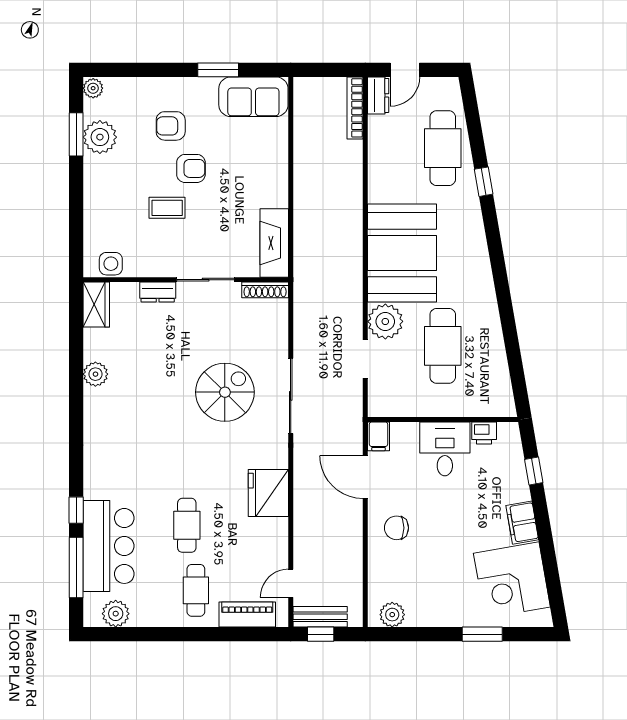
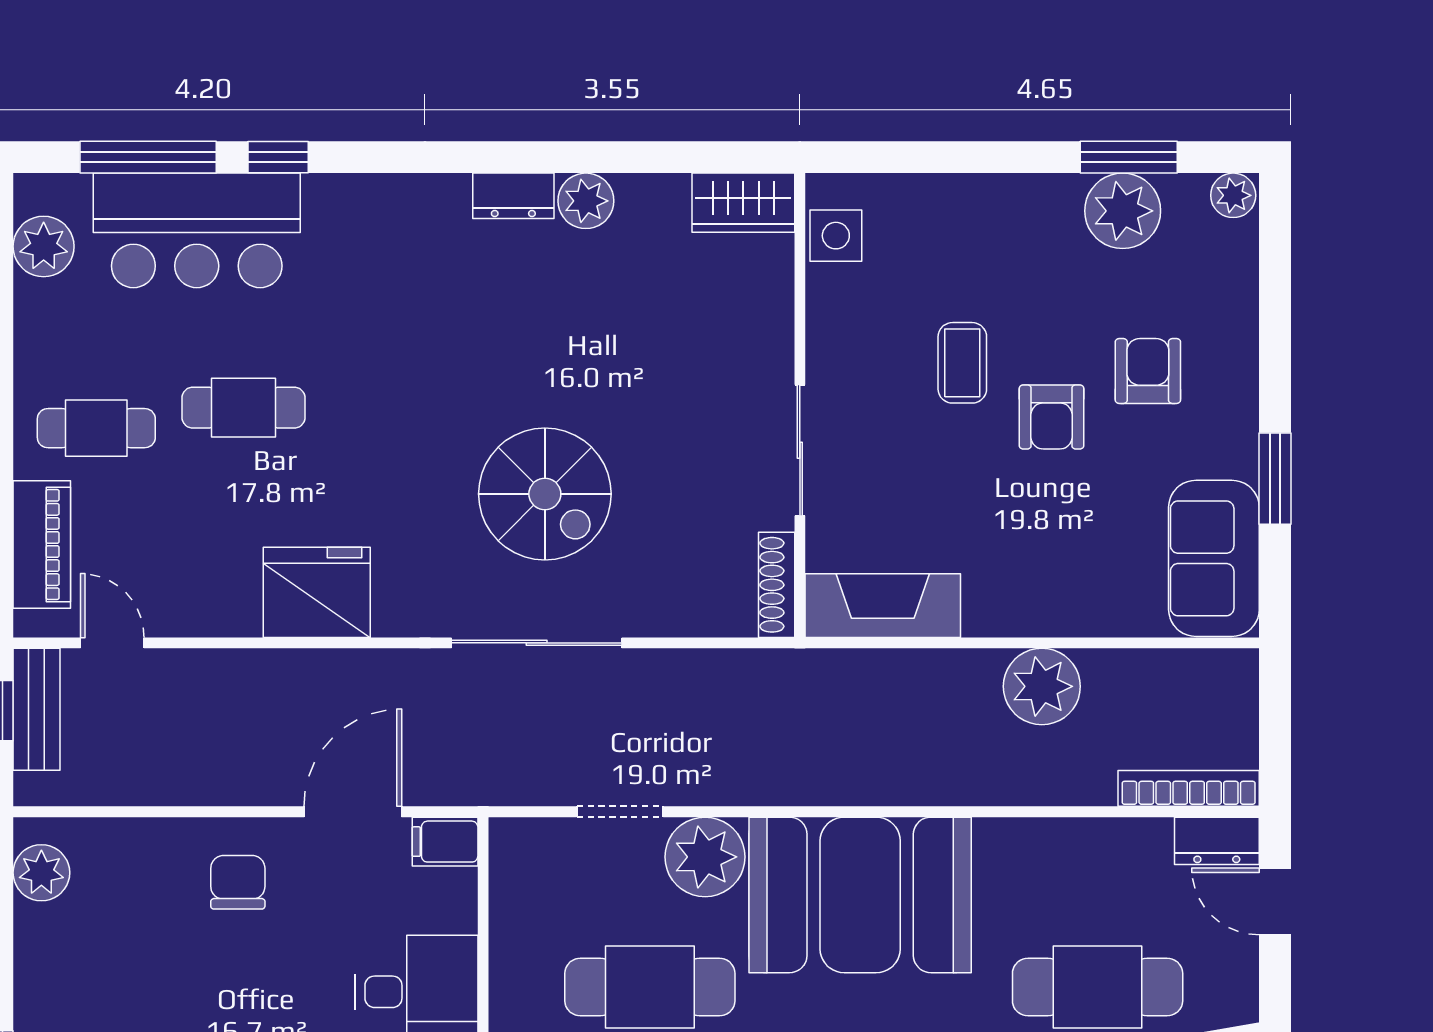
plant: (310, 173) -> (1042, 686), added
dresser: (158, 292) -> (513, 196), moved, turned -90

